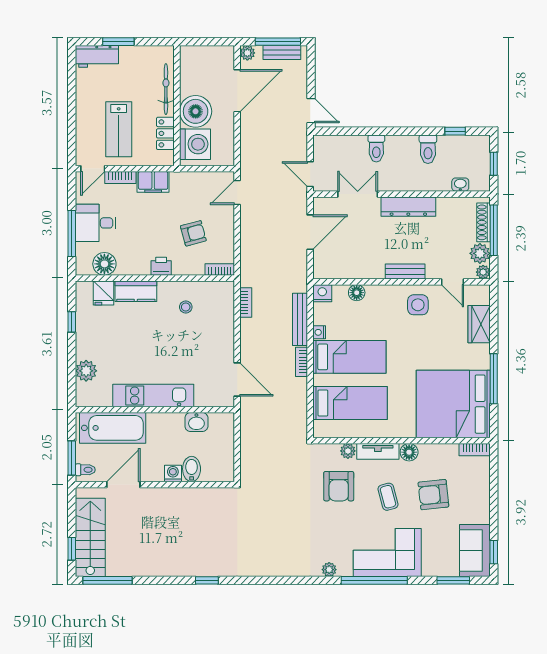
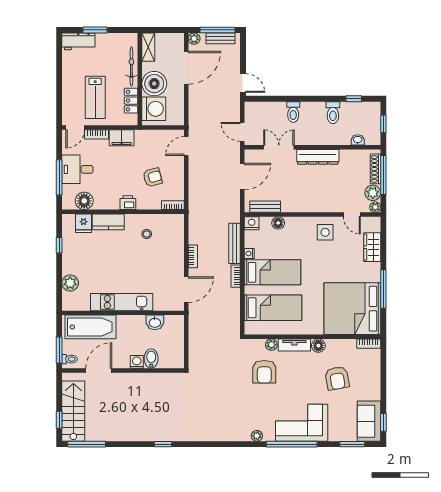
shelving: (188, 64) -> (148, 47), added
bench: (405, 271) -> (265, 207), moved
bookcase: (246, 303) -> (193, 256), moved
door: (237, 379) -> (186, 290), hinge flipped
armchair: (433, 495) -> (337, 378), turned -94
coffee table: (388, 497) -> (302, 380), removed

